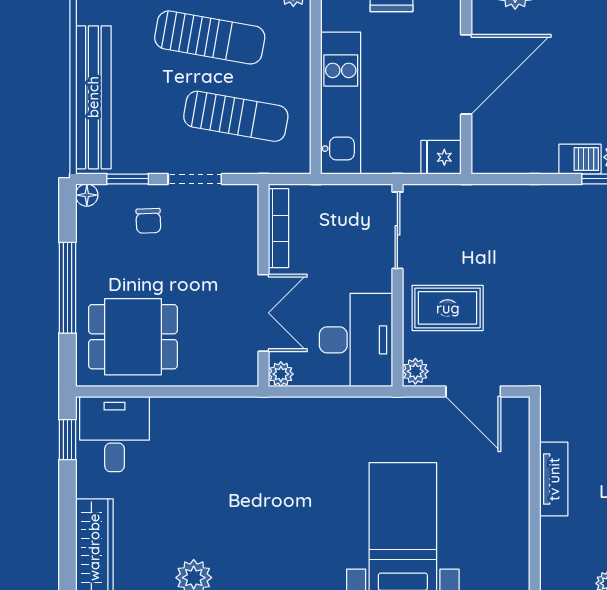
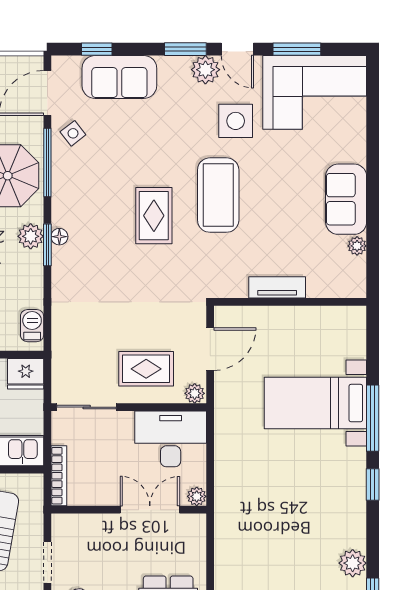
fridge: (441, 157) -> (26, 374), width x1.38
barbecue: (580, 159) -> (32, 326), moved
bookcase: (279, 228) -> (59, 476), moved, turned 90
rug: (448, 308) -> (146, 369), turned 90

